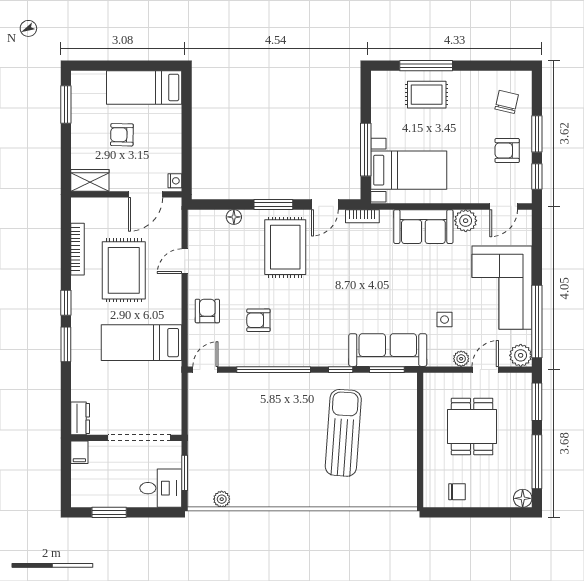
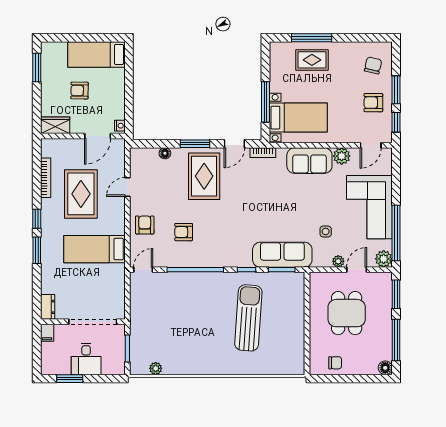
desk: (161, 488) -> (86, 359), moved, turned 90

